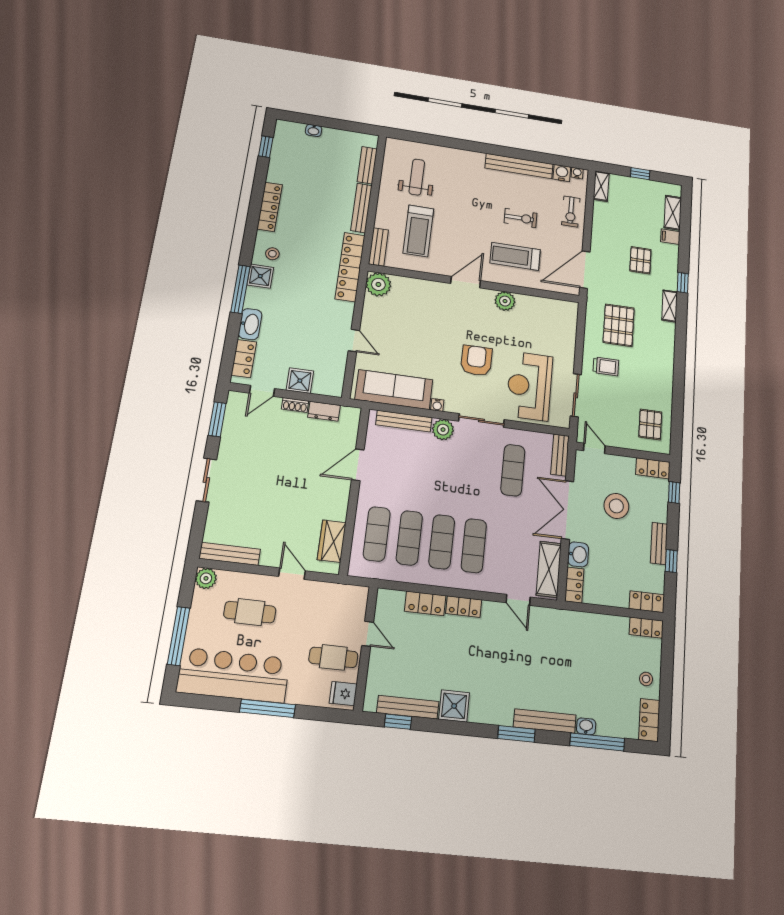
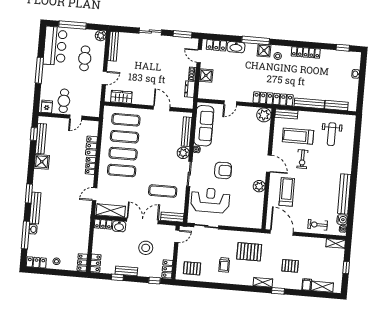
weight bench: (417, 177) -> (332, 134), turned 90
exercise bike: (521, 218) -> (302, 159), moved
trolley: (606, 366) -> (224, 265), moved
bar counter: (233, 675) -> (55, 46), width x0.73

